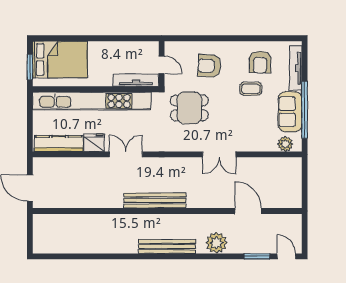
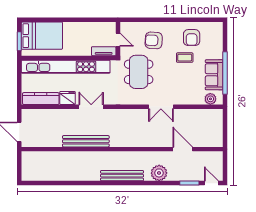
tv unit: (296, 68) -> (218, 42), removed
tv unit: (136, 80) -> (104, 51), width x0.71
dining table: (189, 108) -> (139, 72), width x1.38
bench: (155, 200) -> (86, 141), moved

